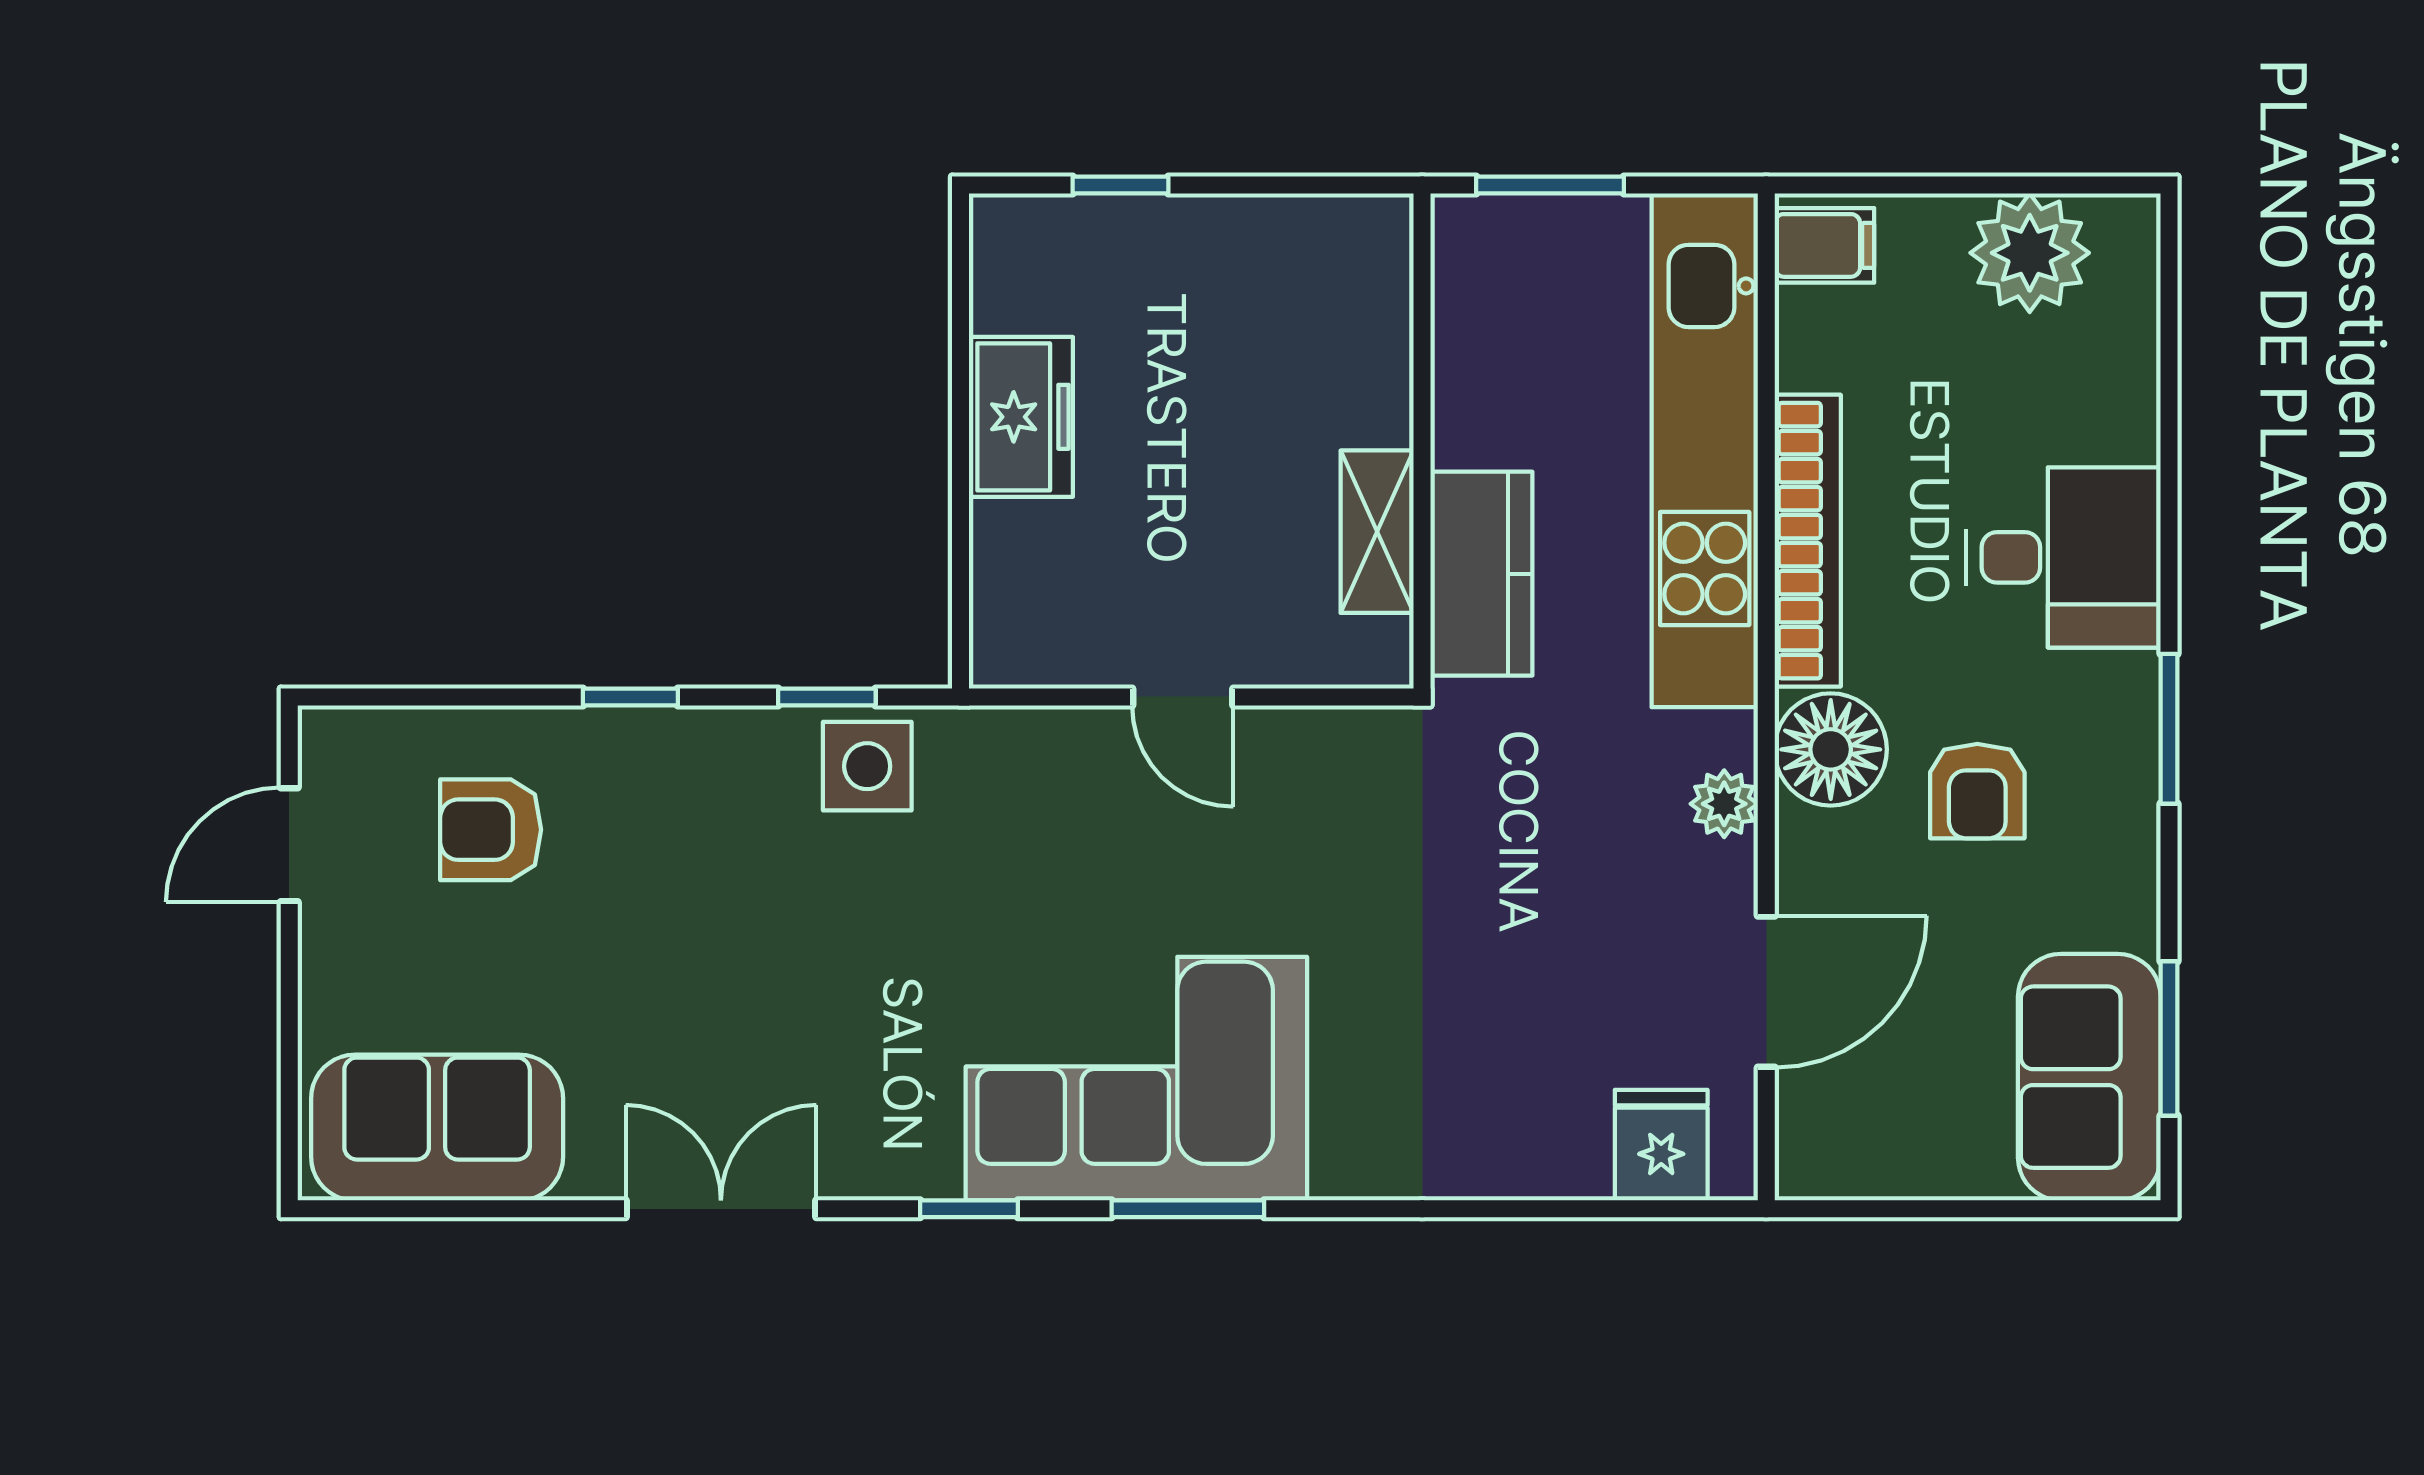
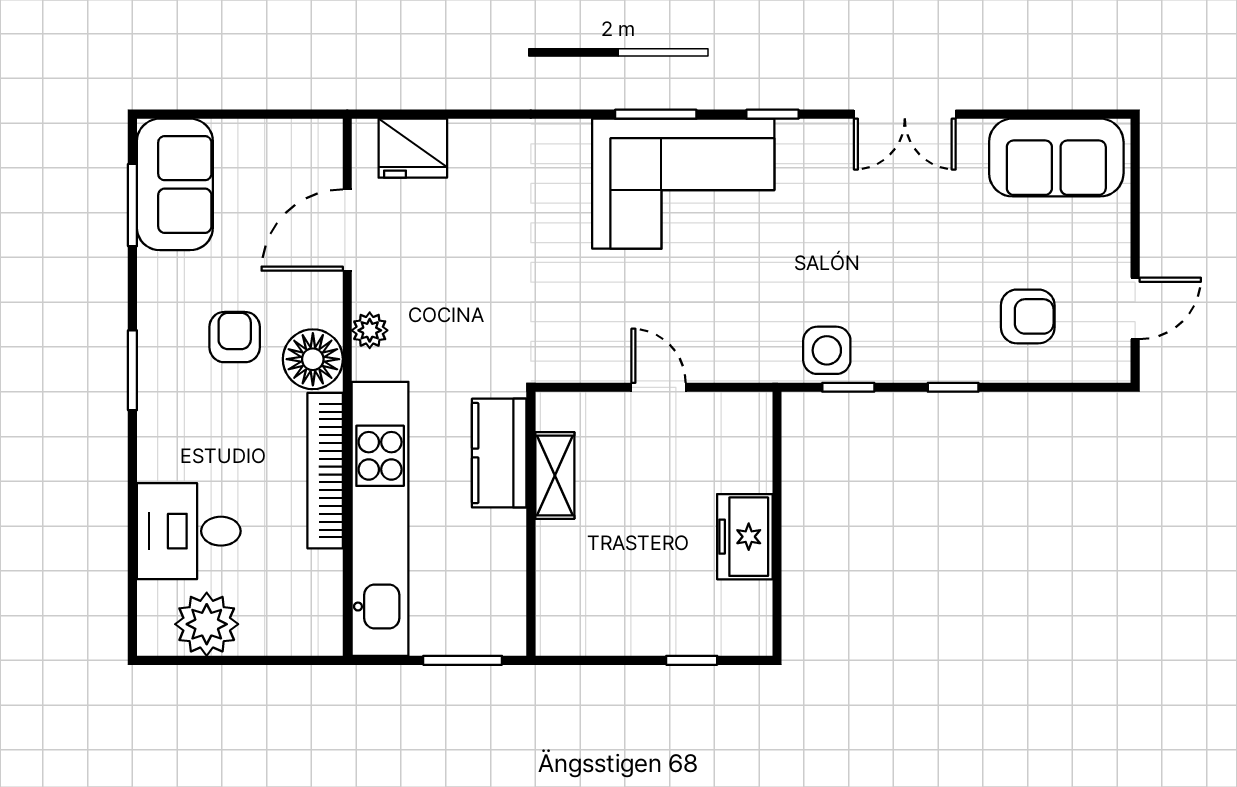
filing cabinet: (1824, 245) -> (316, 628), removed
desk: (2063, 557) -> (189, 531), moved
fridge: (1661, 1145) -> (413, 148), width x1.38

